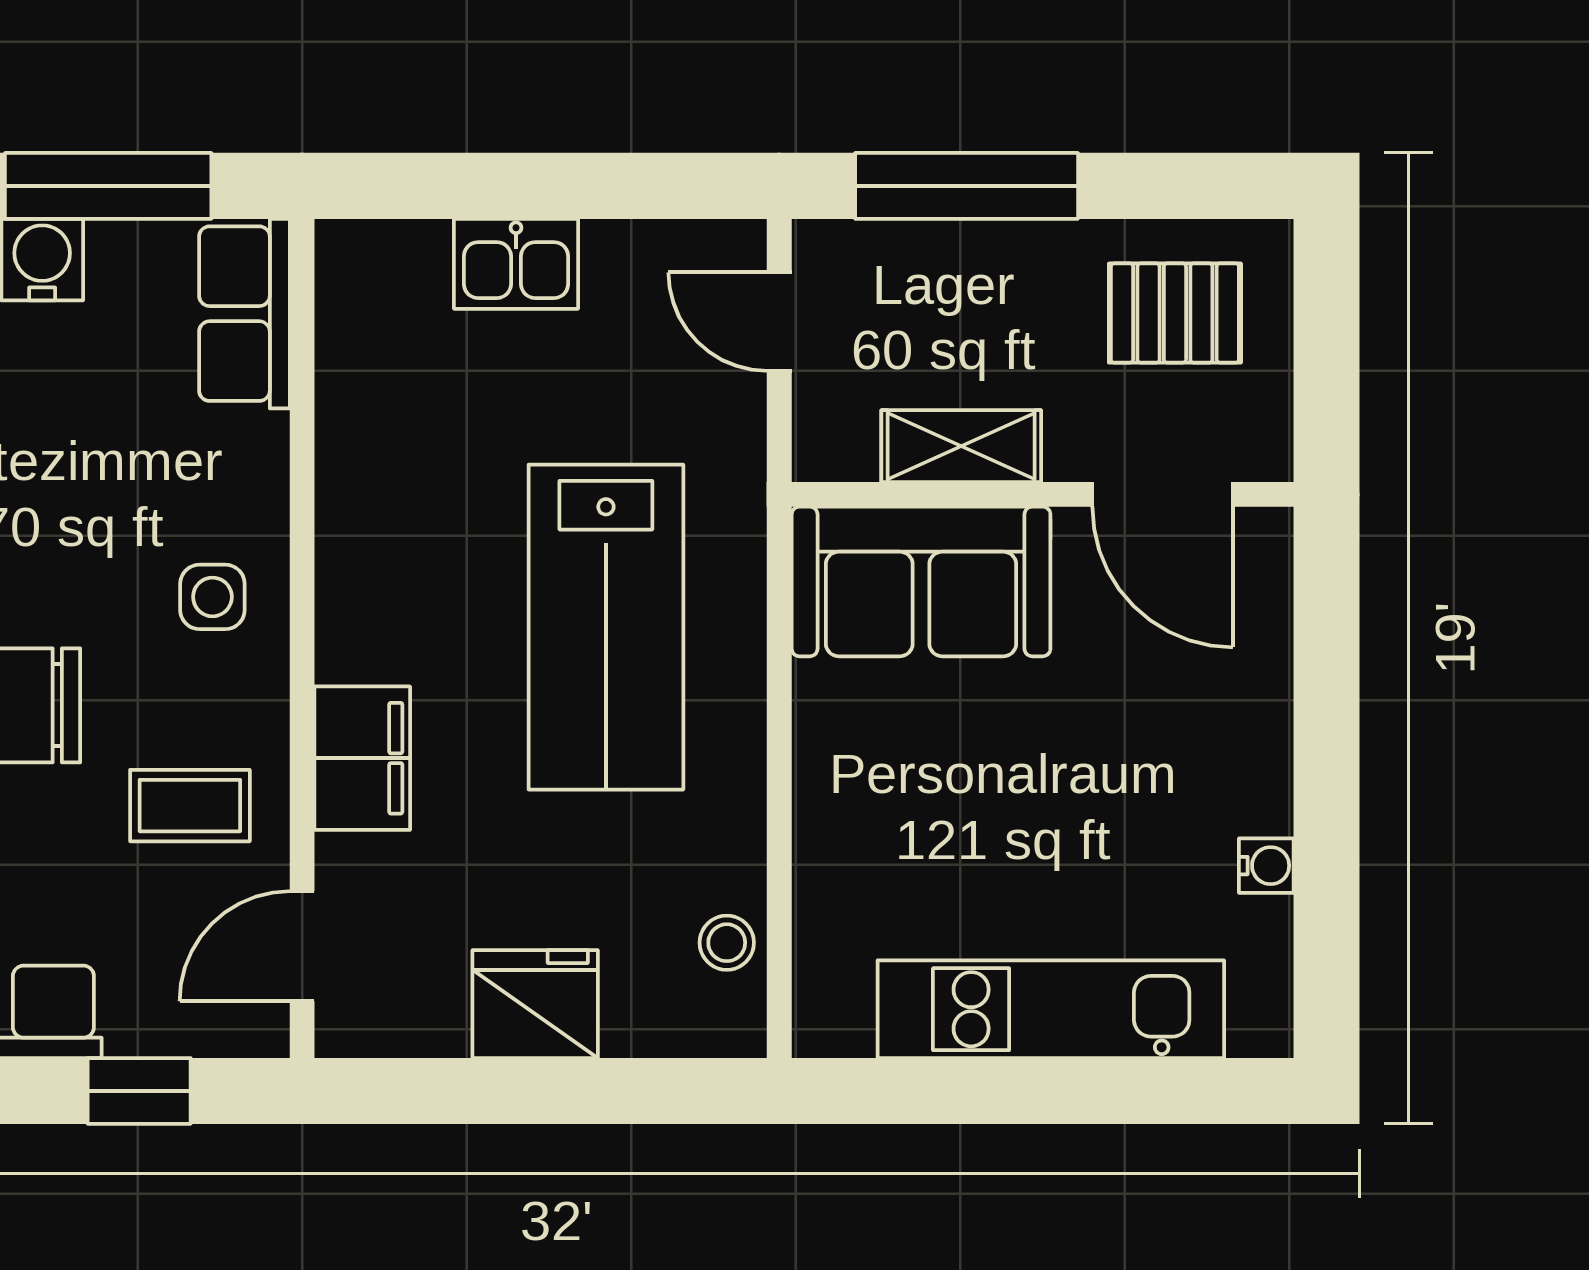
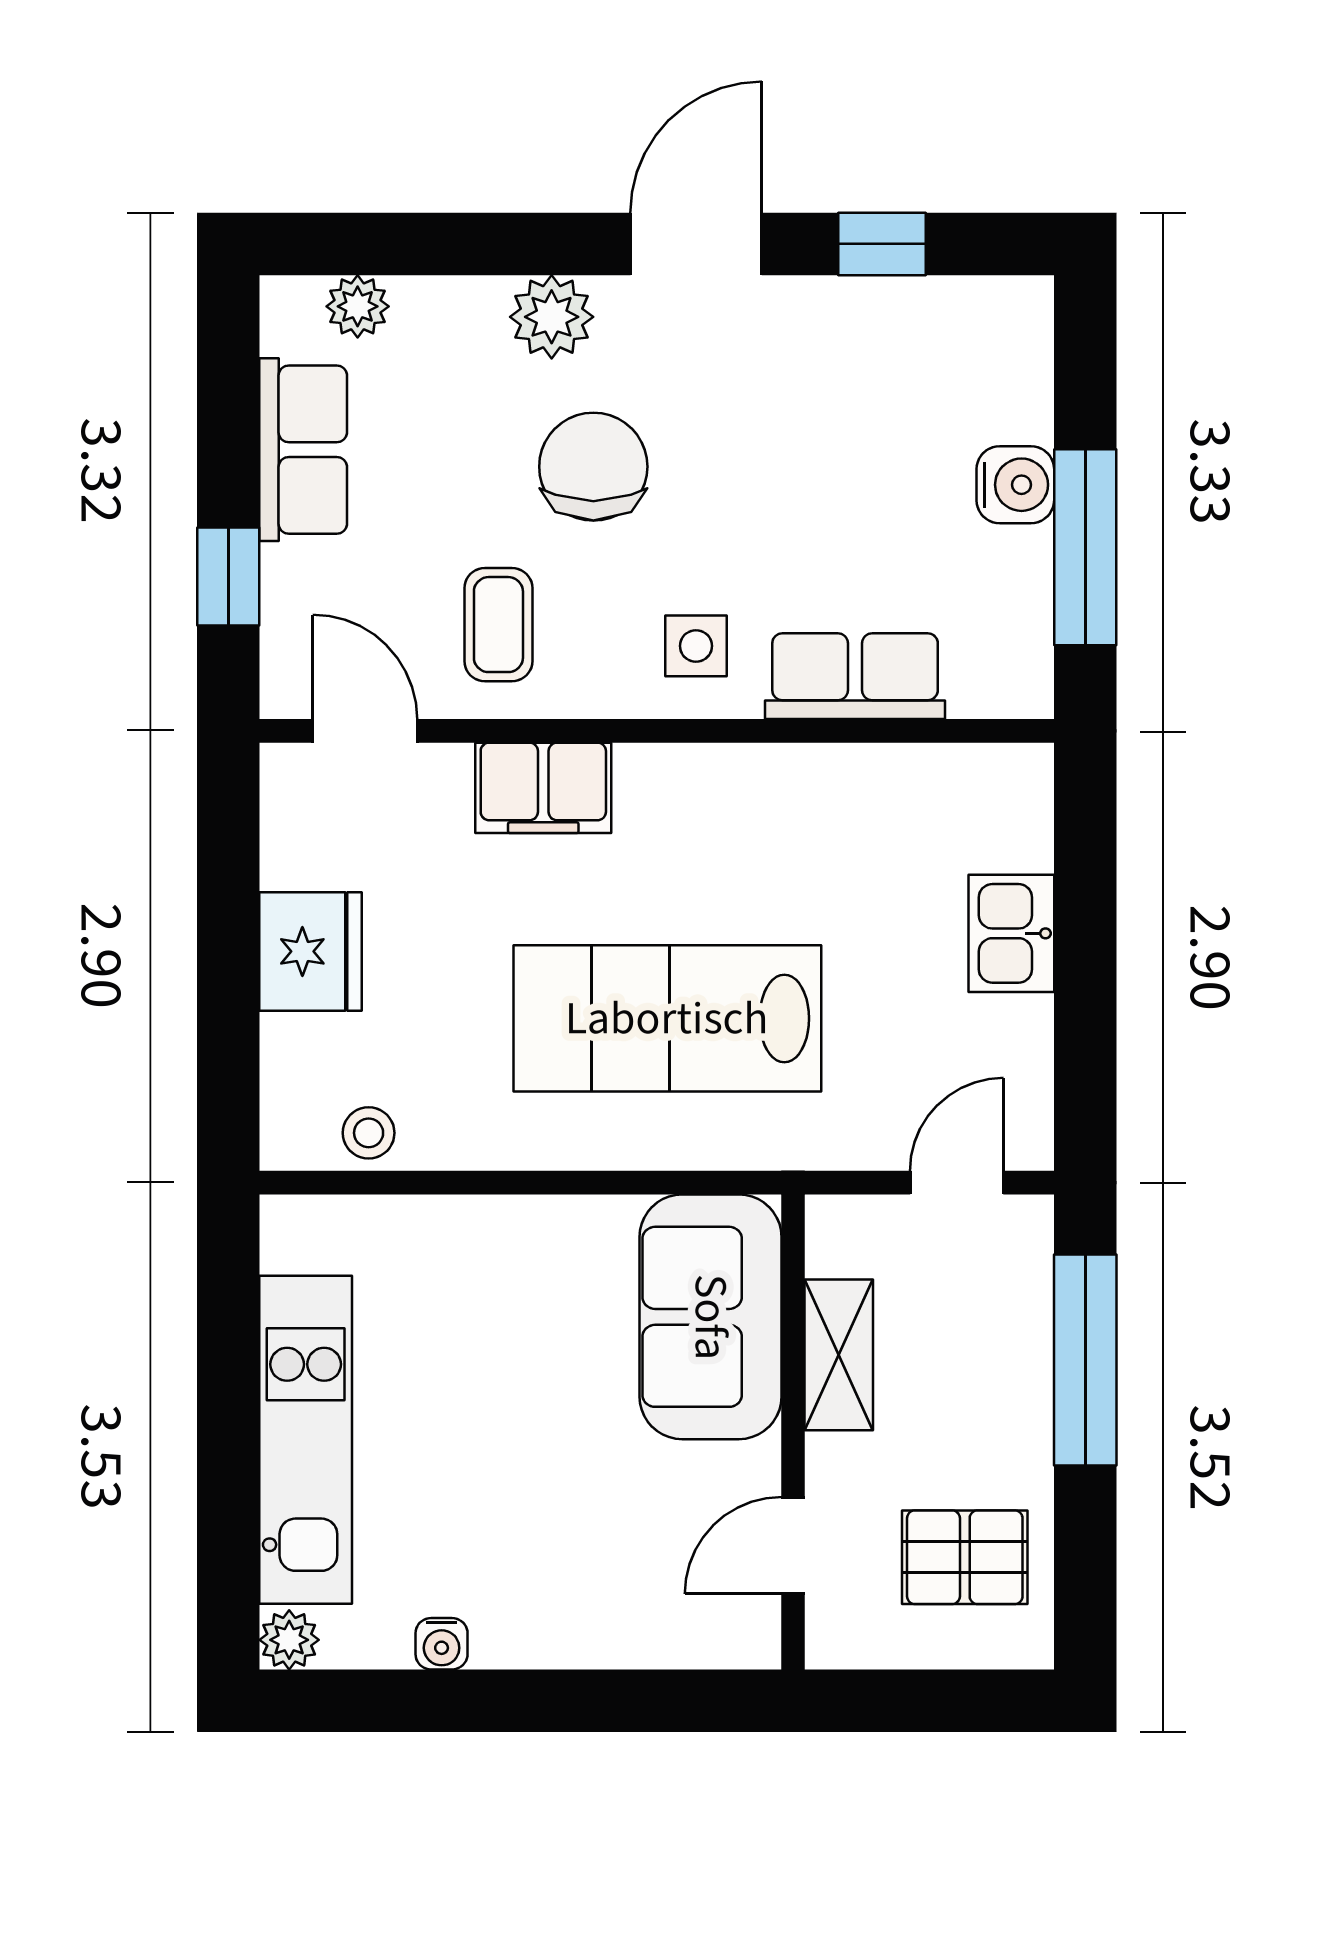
pallet: (1175, 313) -> (965, 1557), turned 90
row of seats: (244, 314) -> (855, 676), moved
door: (1163, 494) -> (793, 1546), width x0.73
plant: (1262, 1027) -> (289, 1640), added

